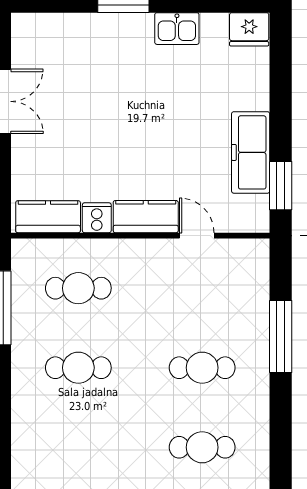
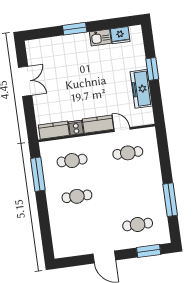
fridge: (249, 29) -> (120, 35), moved
window: (281, 186) -> (152, 69), moved
window: (281, 336) -> (170, 200), moved
cafe table: (202, 368) -> (128, 153), moved

